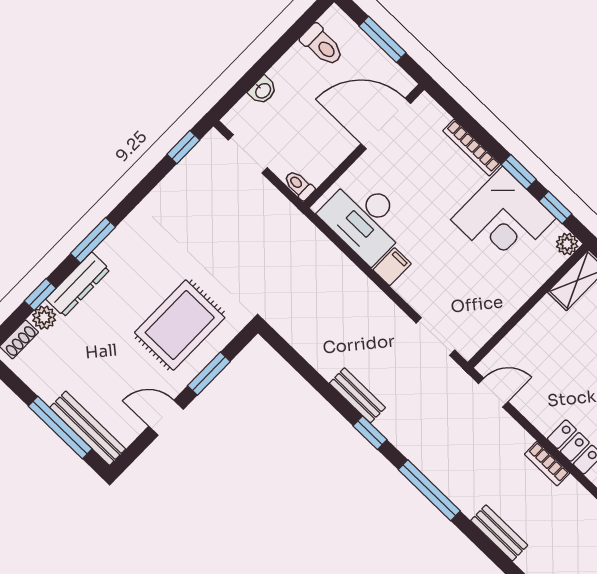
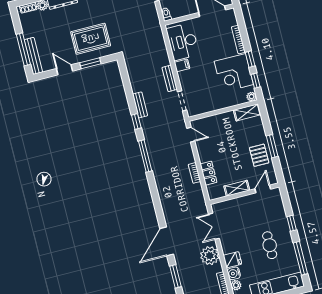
bench: (499, 533) -> (170, 78), moved

